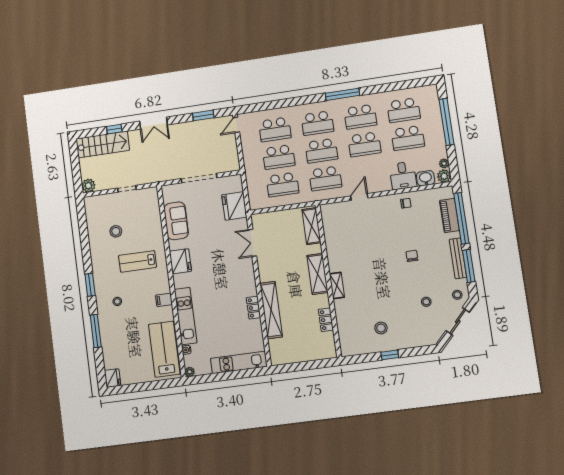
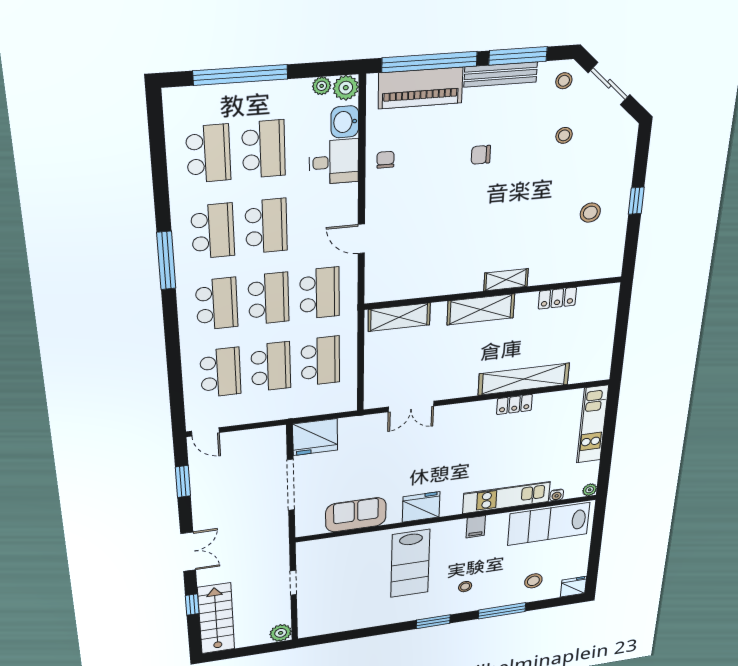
fridge: (234, 206) -> (315, 437), moved
piano: (449, 215) -> (421, 88), width x1.37, depth x1.33
stool: (116, 231) -> (533, 581), moved
lab bench: (138, 261) -> (410, 564), width x1.36, depth x1.39

